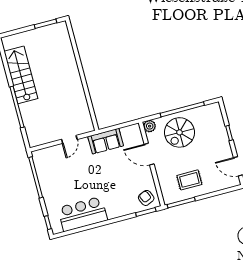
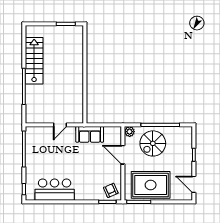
rug: (189, 180) -> (151, 185), width x1.86, depth x2.06

